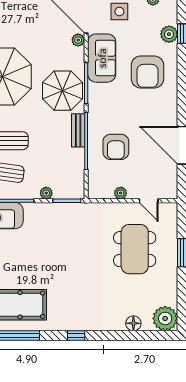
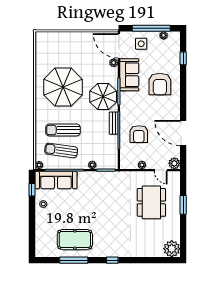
plant: (169, 34) -> (174, 163), moved
floor lamp: (133, 323) -> (151, 252), removed

